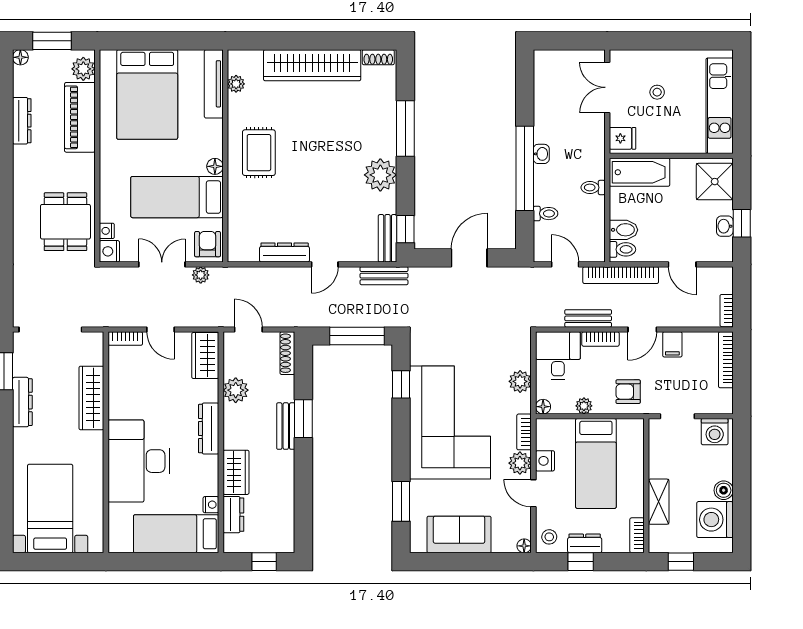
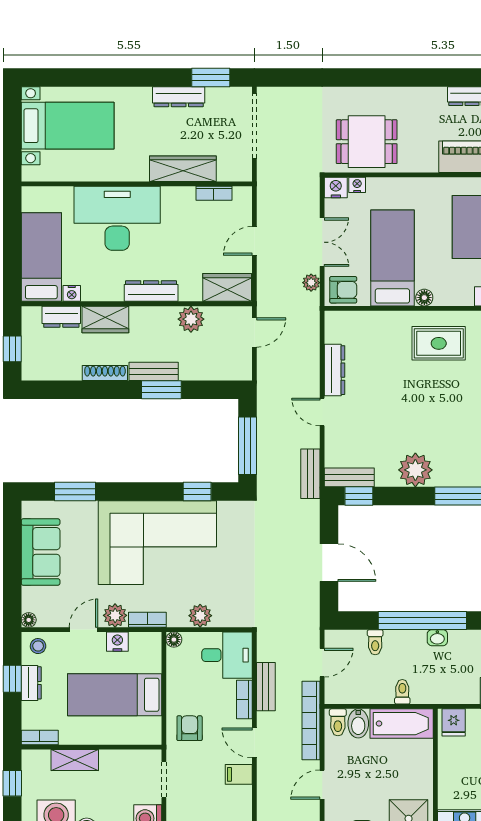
bathtub: (639, 172) -> (402, 724), moved, turned -90
bookcase: (125, 338) -> (214, 193), moved, turned -90
shoe rack: (287, 353) -> (105, 373), moved
plant: (584, 406) -> (175, 682), removed

